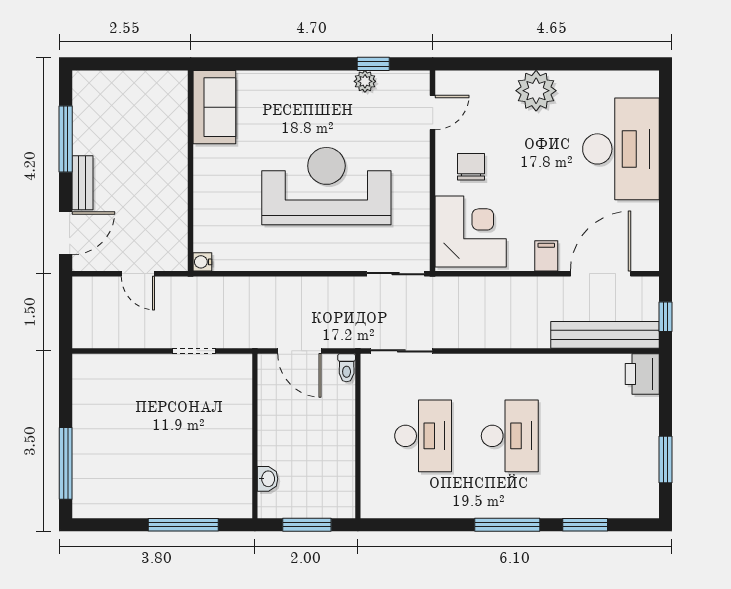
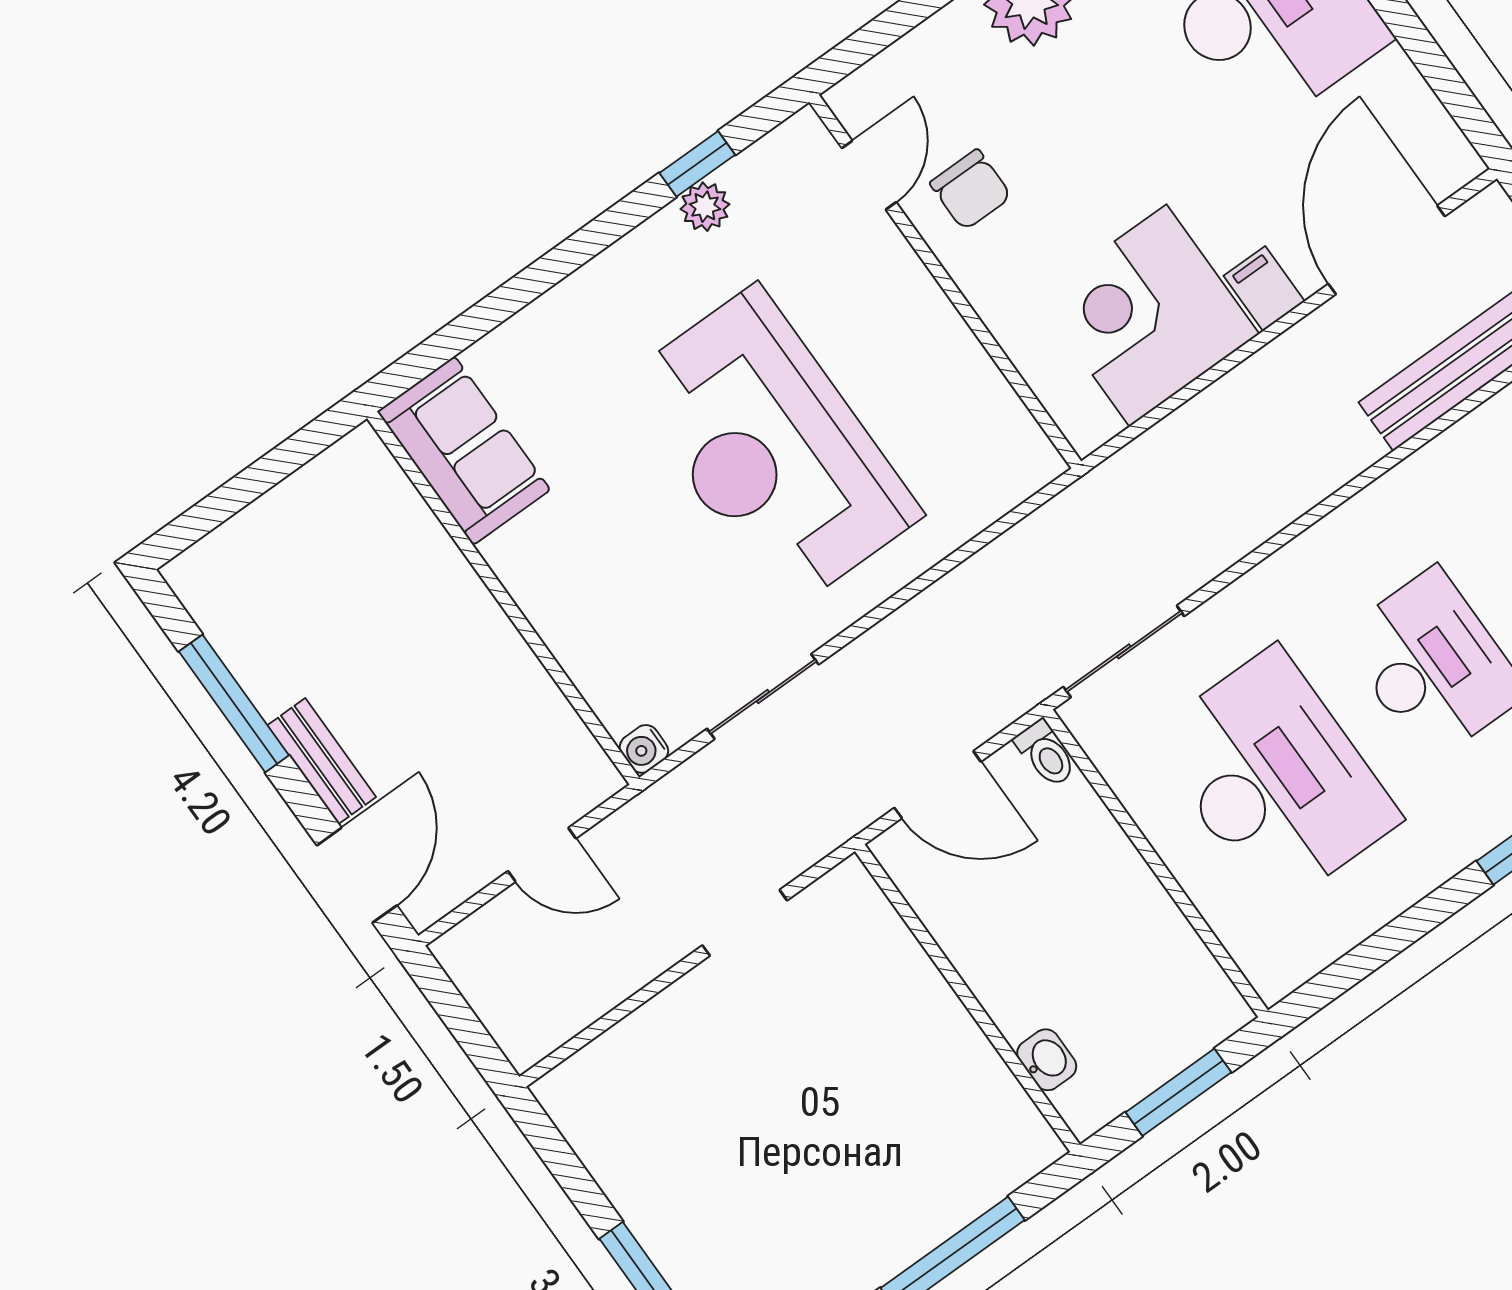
chair: (471, 167) -> (971, 190), moved, turned 180
reception desk: (326, 186) -> (771, 448), turned -90
corner desk: (471, 232) -> (1148, 315), moved, turned -90
sliding door: (396, 274) -> (763, 697), moved
desk: (423, 436) -> (1275, 778), width x1.36, depth x1.30

